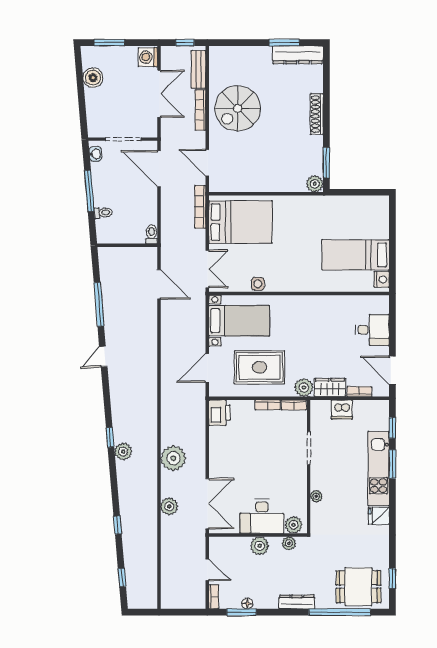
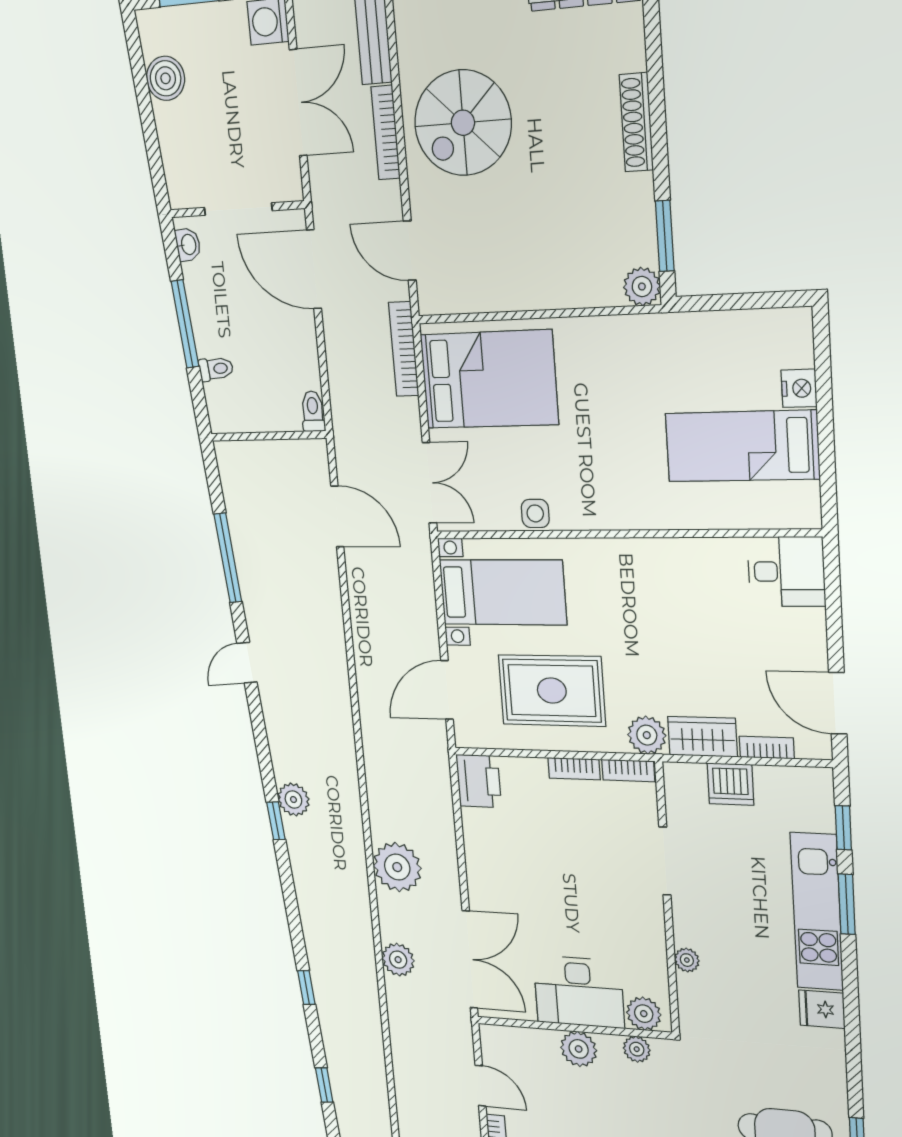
nightstand: (382, 279) -> (799, 388), moved
desk: (372, 330) -> (786, 572), moved
plant: (123, 452) -> (293, 800), moved

